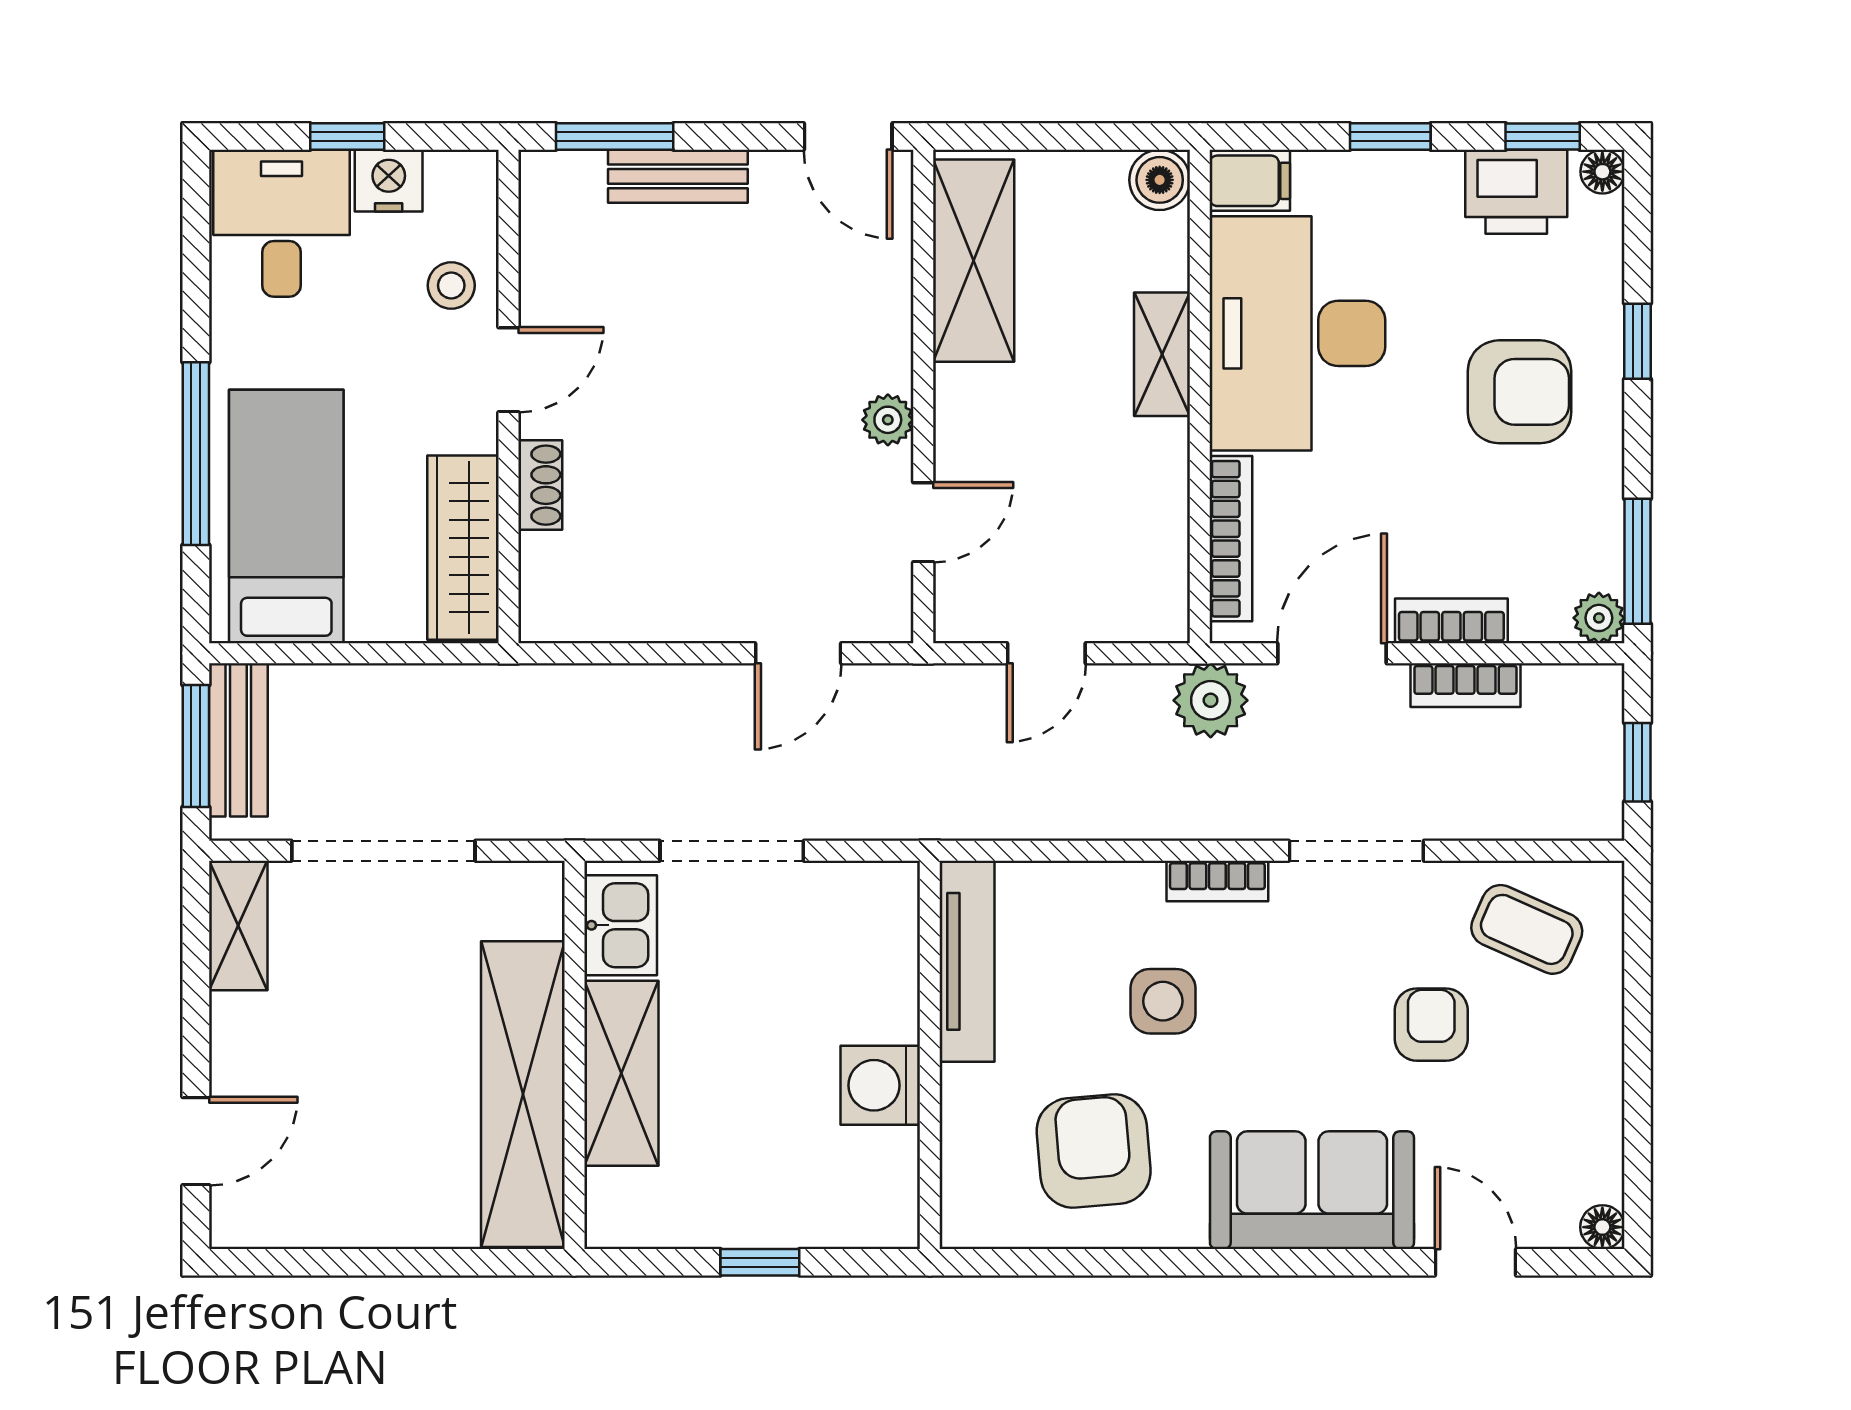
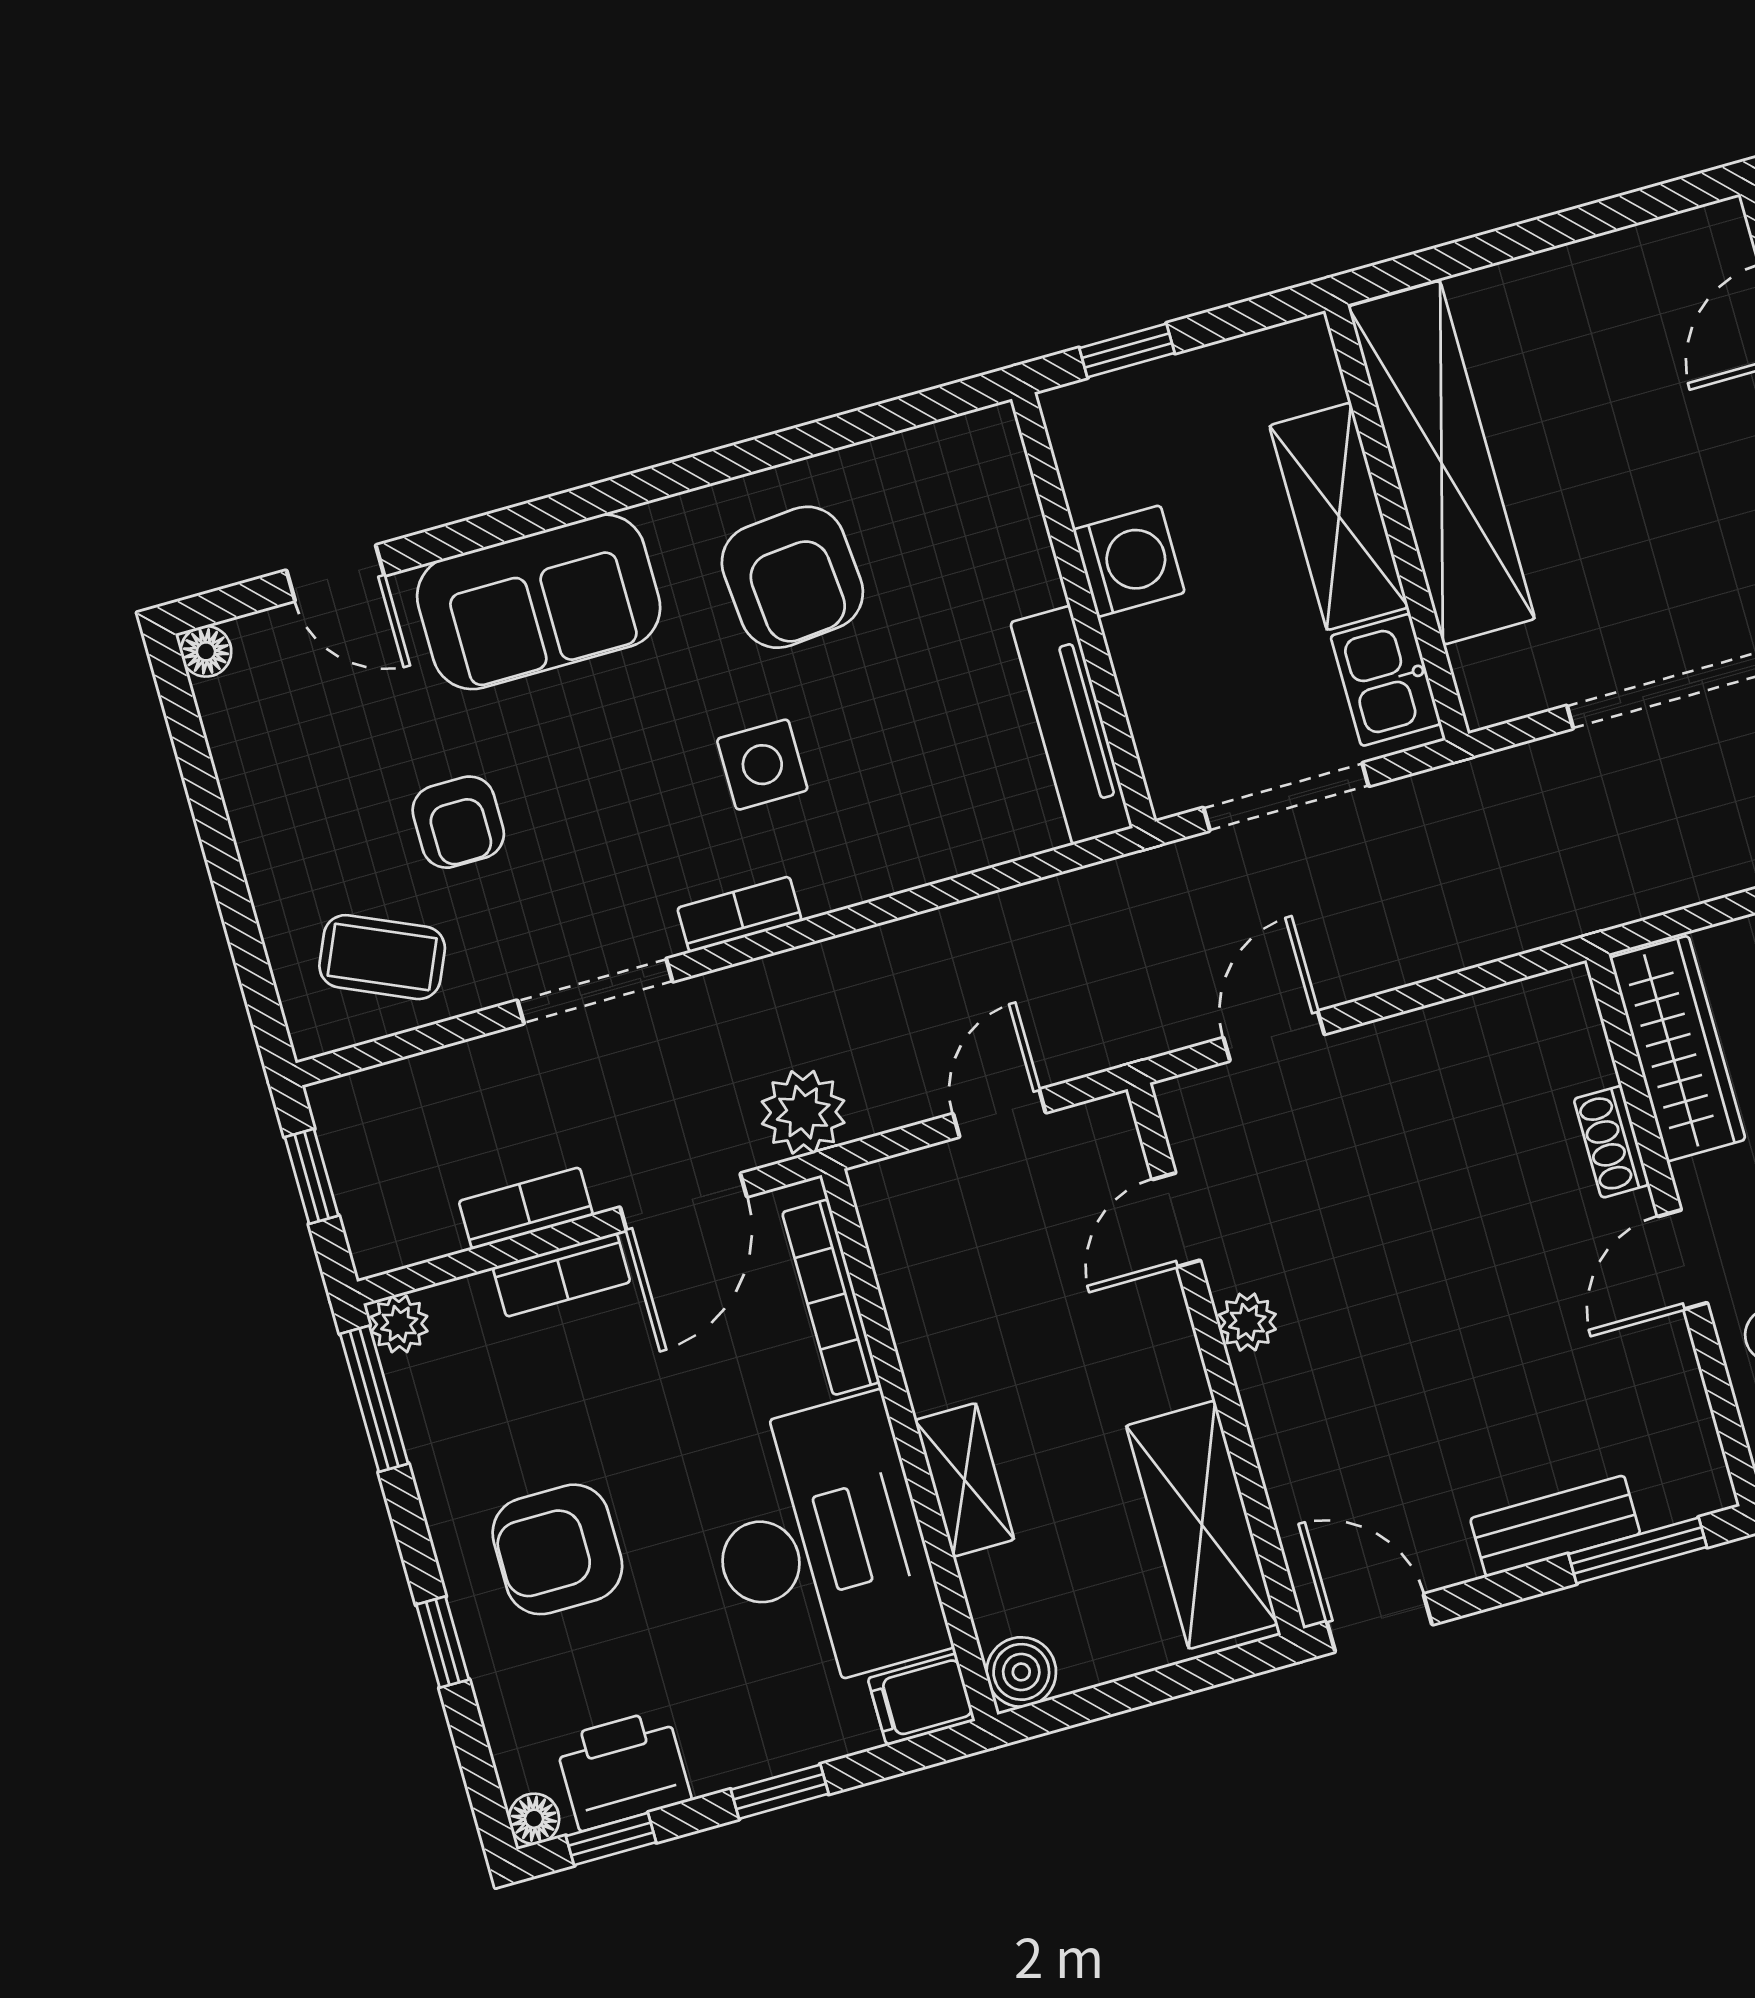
tv unit: (967, 961) -> (1071, 725), moved
wall: (930, 1055) -> (1084, 610), moved
washing machine: (880, 1085) -> (1129, 561), moved

